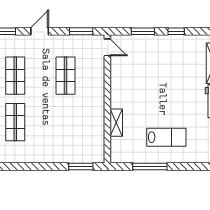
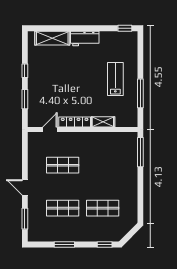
window: (81, 31) -> (25, 152), removed
door: (107, 47) -> (50, 130), moved
locker: (116, 89) -> (75, 122), added
window: (81, 166) -> (140, 152), width x1.44

